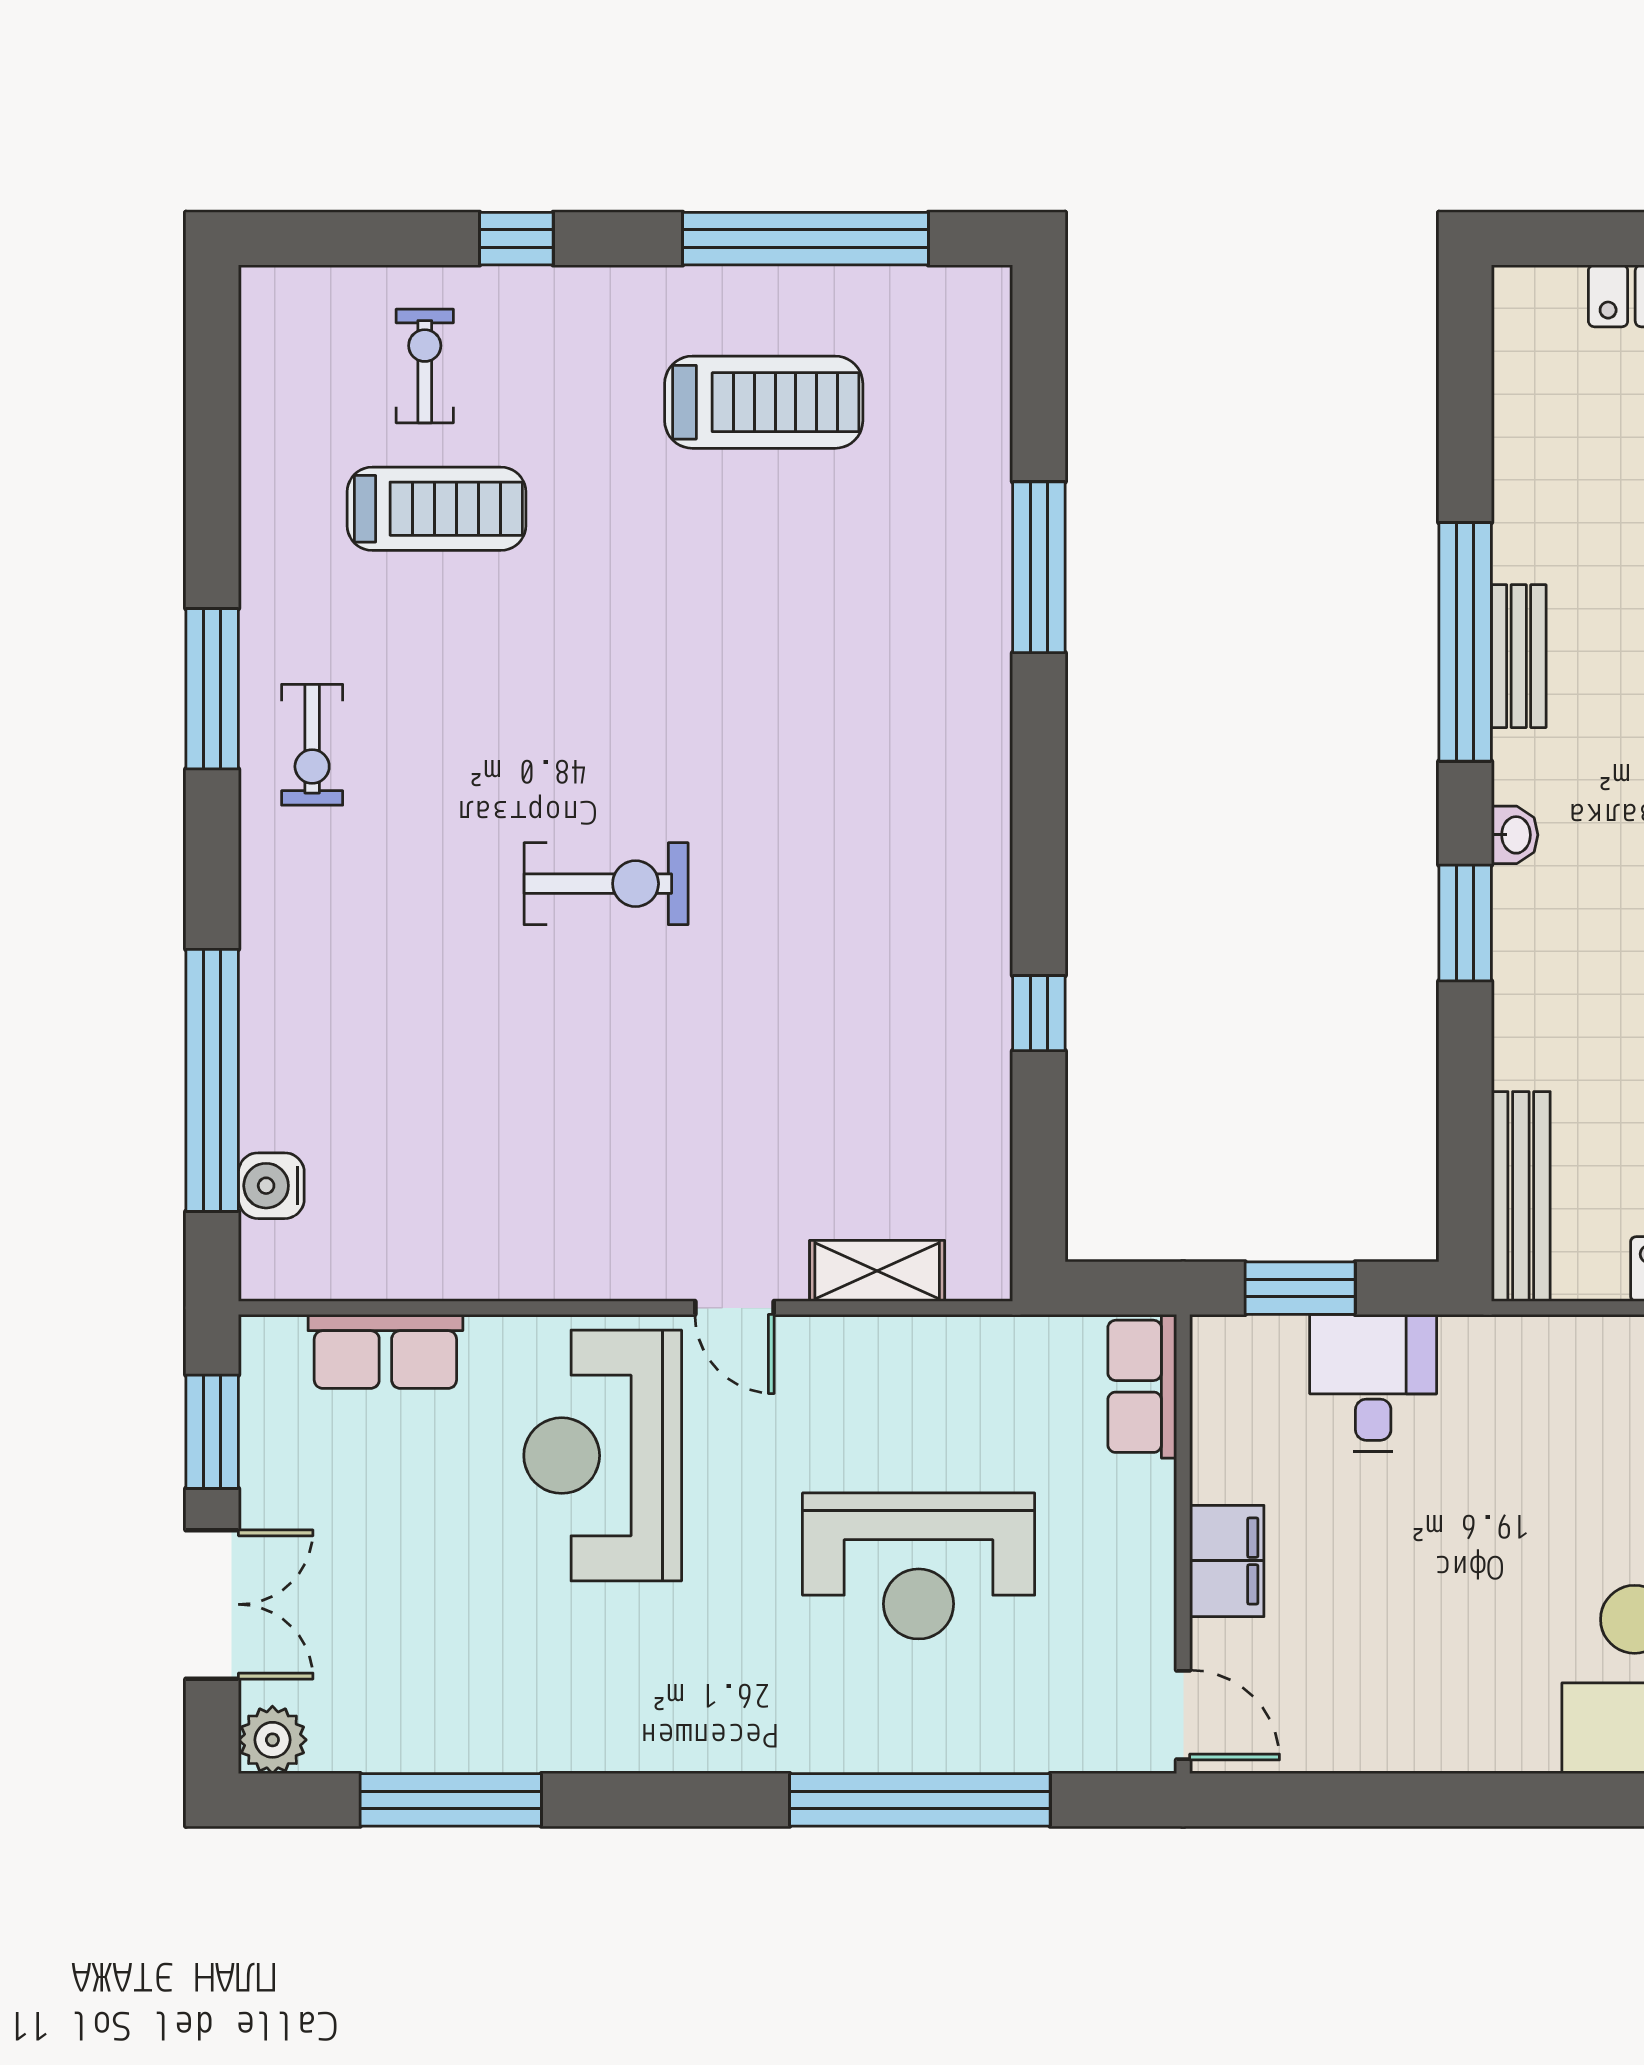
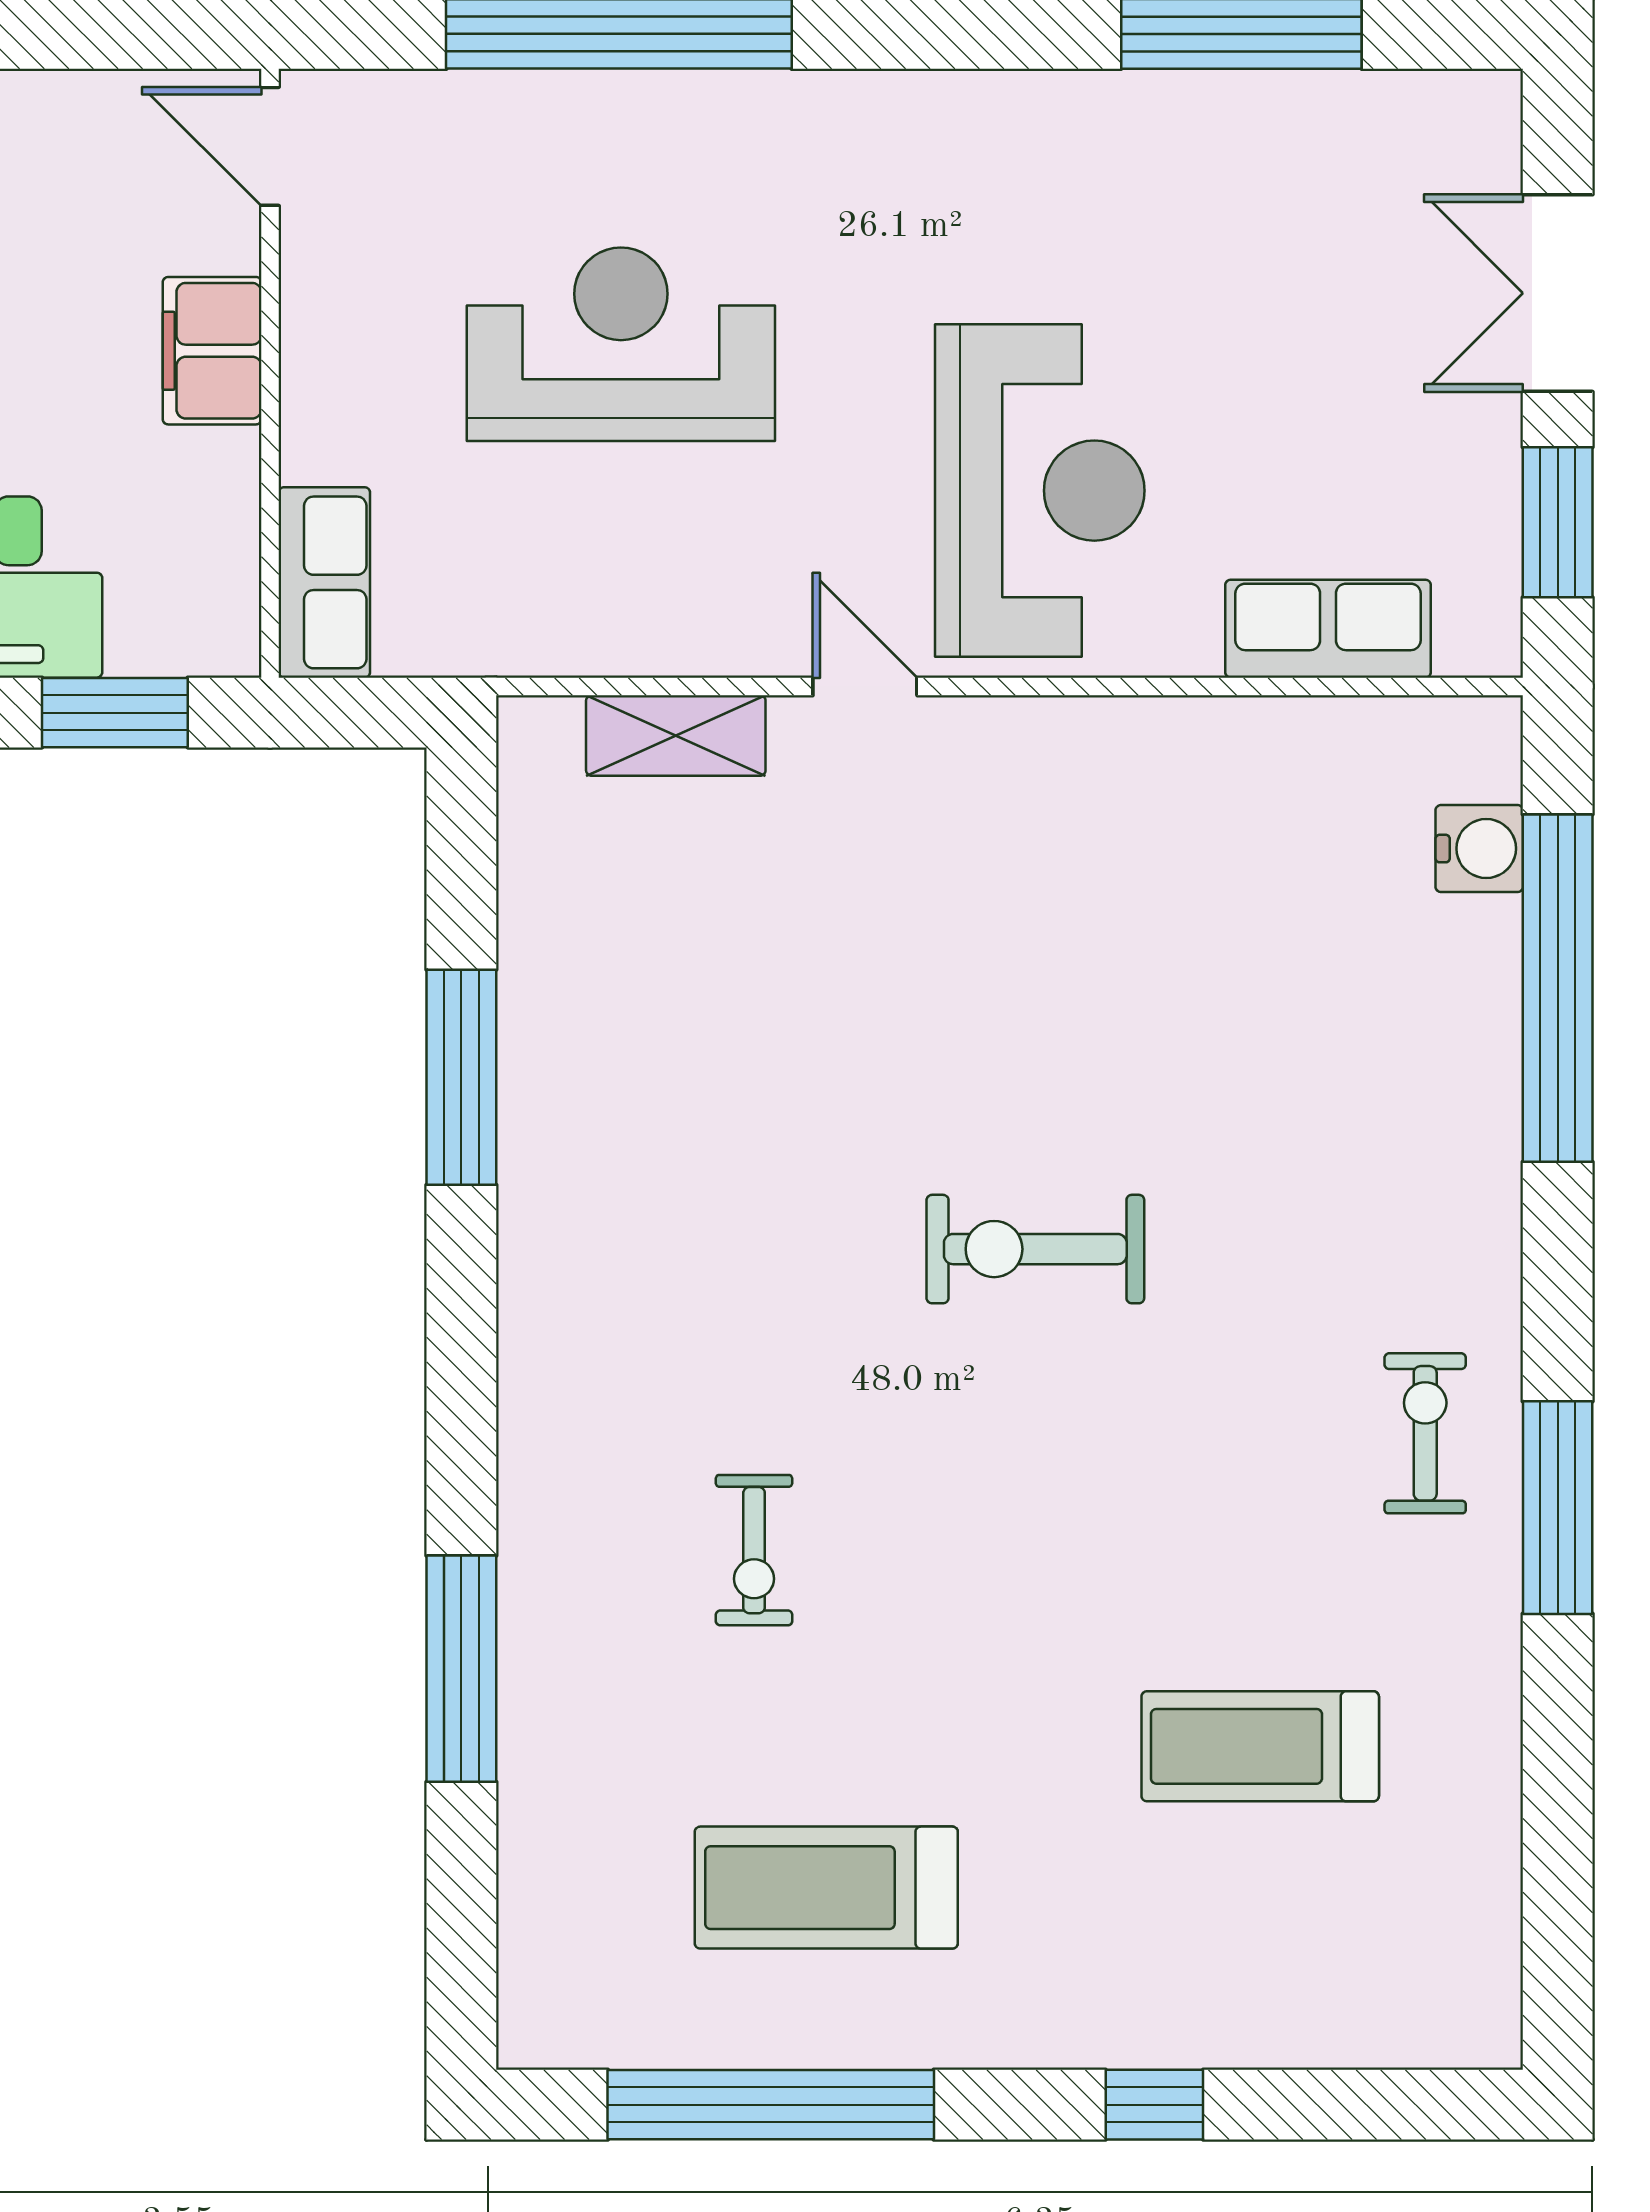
exercise bike: (425, 366) -> (754, 1550), moved
window: (1039, 1013) -> (461, 1077), width x2.17
plant: (272, 1740) -> (1478, 114), removed

